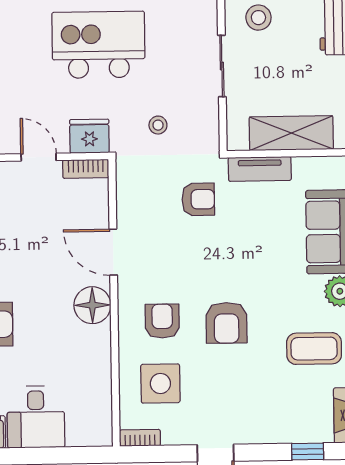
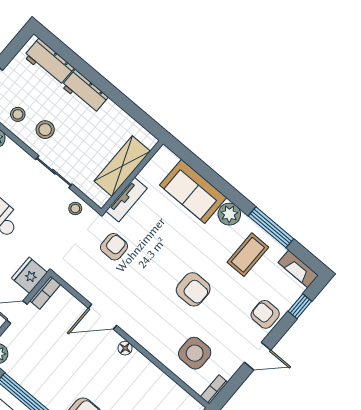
stool: (158, 125) -> (75, 209), moved
floor lamp: (92, 305) -> (125, 348), width x0.53, depth x0.53
armchair: (162, 321) -> (265, 314), moved

